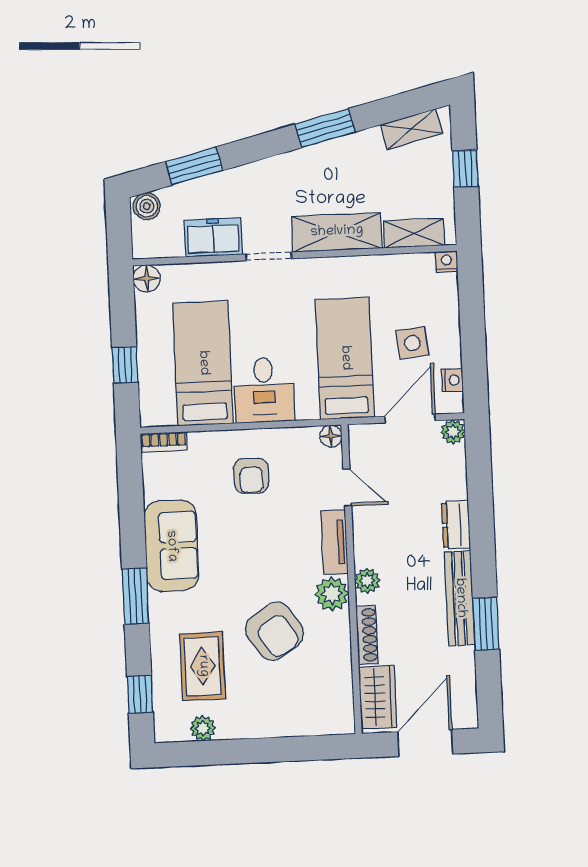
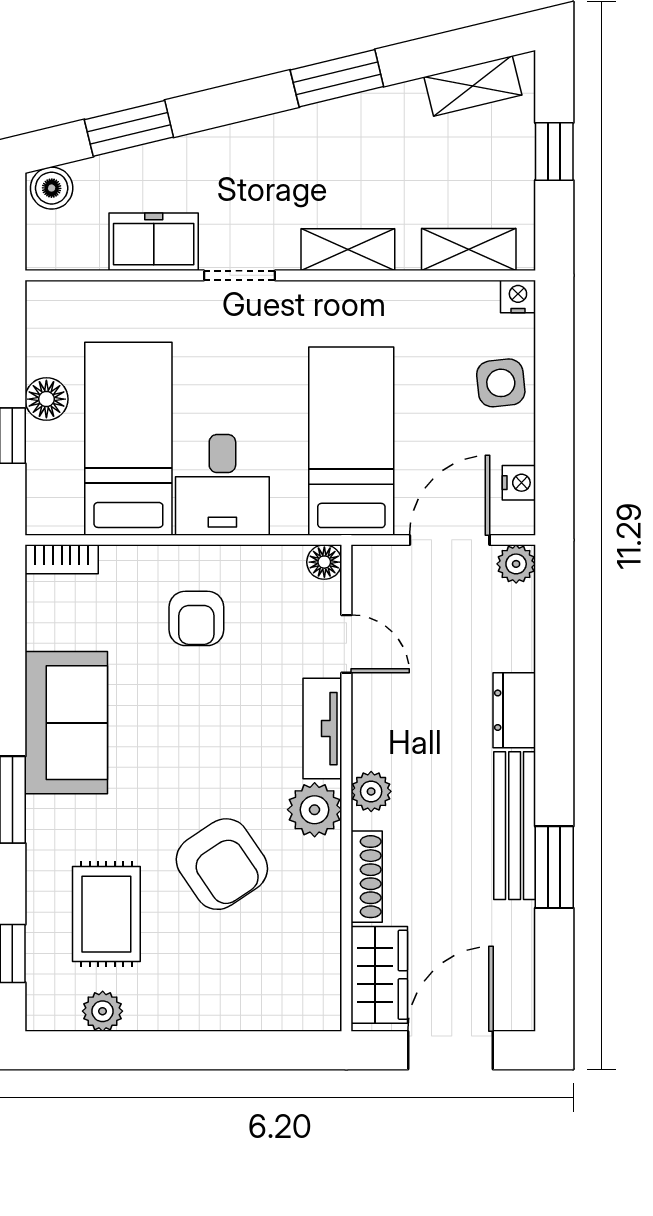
shelving: (337, 232) -> (348, 250), width x0.67, depth x0.75
floor lamp: (147, 278) -> (46, 399), moved
side table: (412, 343) -> (501, 383), moved

